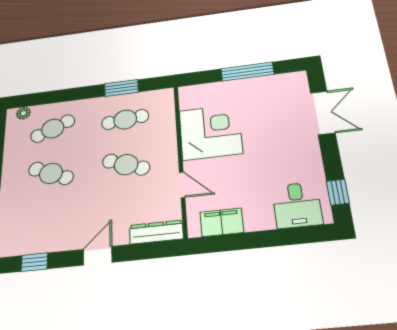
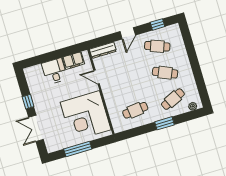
window: (121, 88) -> (164, 123), moved
corner desk: (210, 132) -> (86, 116), width x1.36, depth x1.36
cafe table: (126, 165) -> (157, 46), moved
window: (338, 192) -> (28, 102), moved
desk: (297, 205) -> (55, 71), moved

